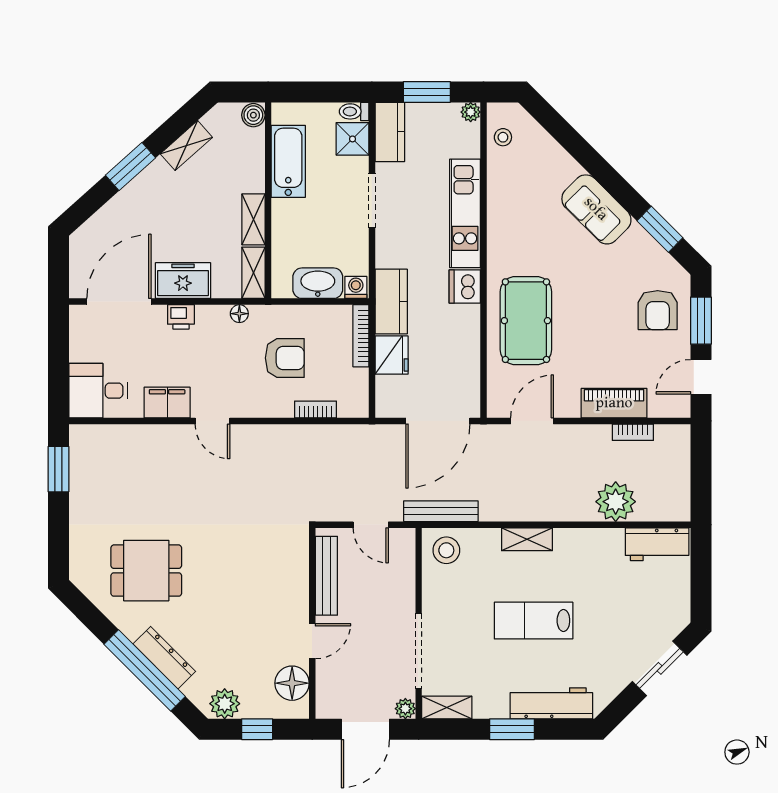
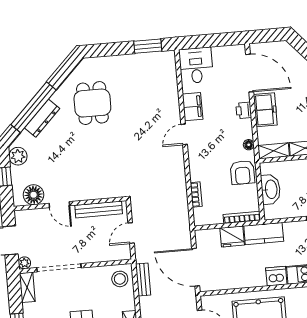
washing machine: (356, 287) -> (270, 212), removed
armchair: (285, 358) -> (242, 172), moved
bench: (441, 511) -> (143, 279), width x0.73

